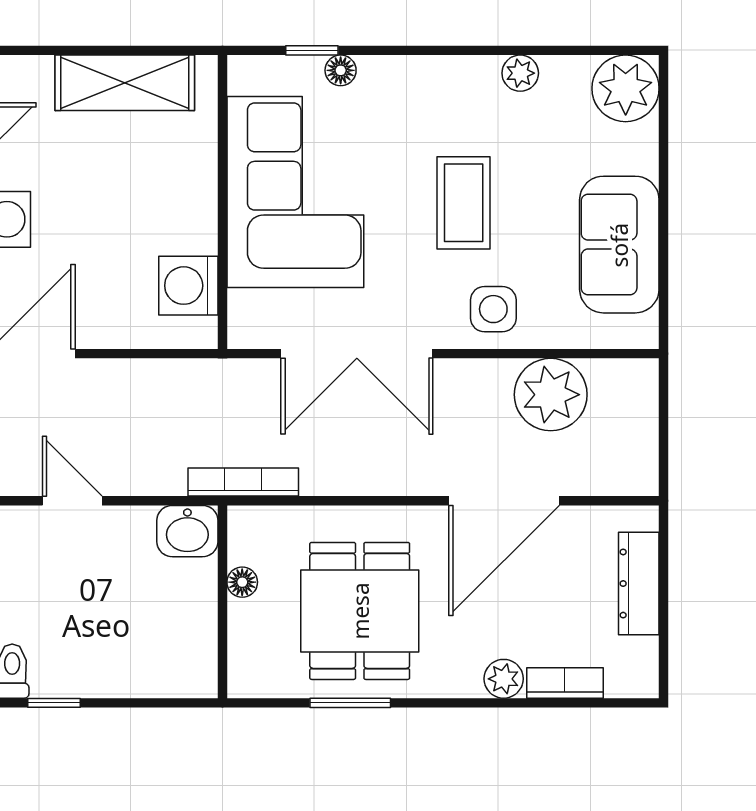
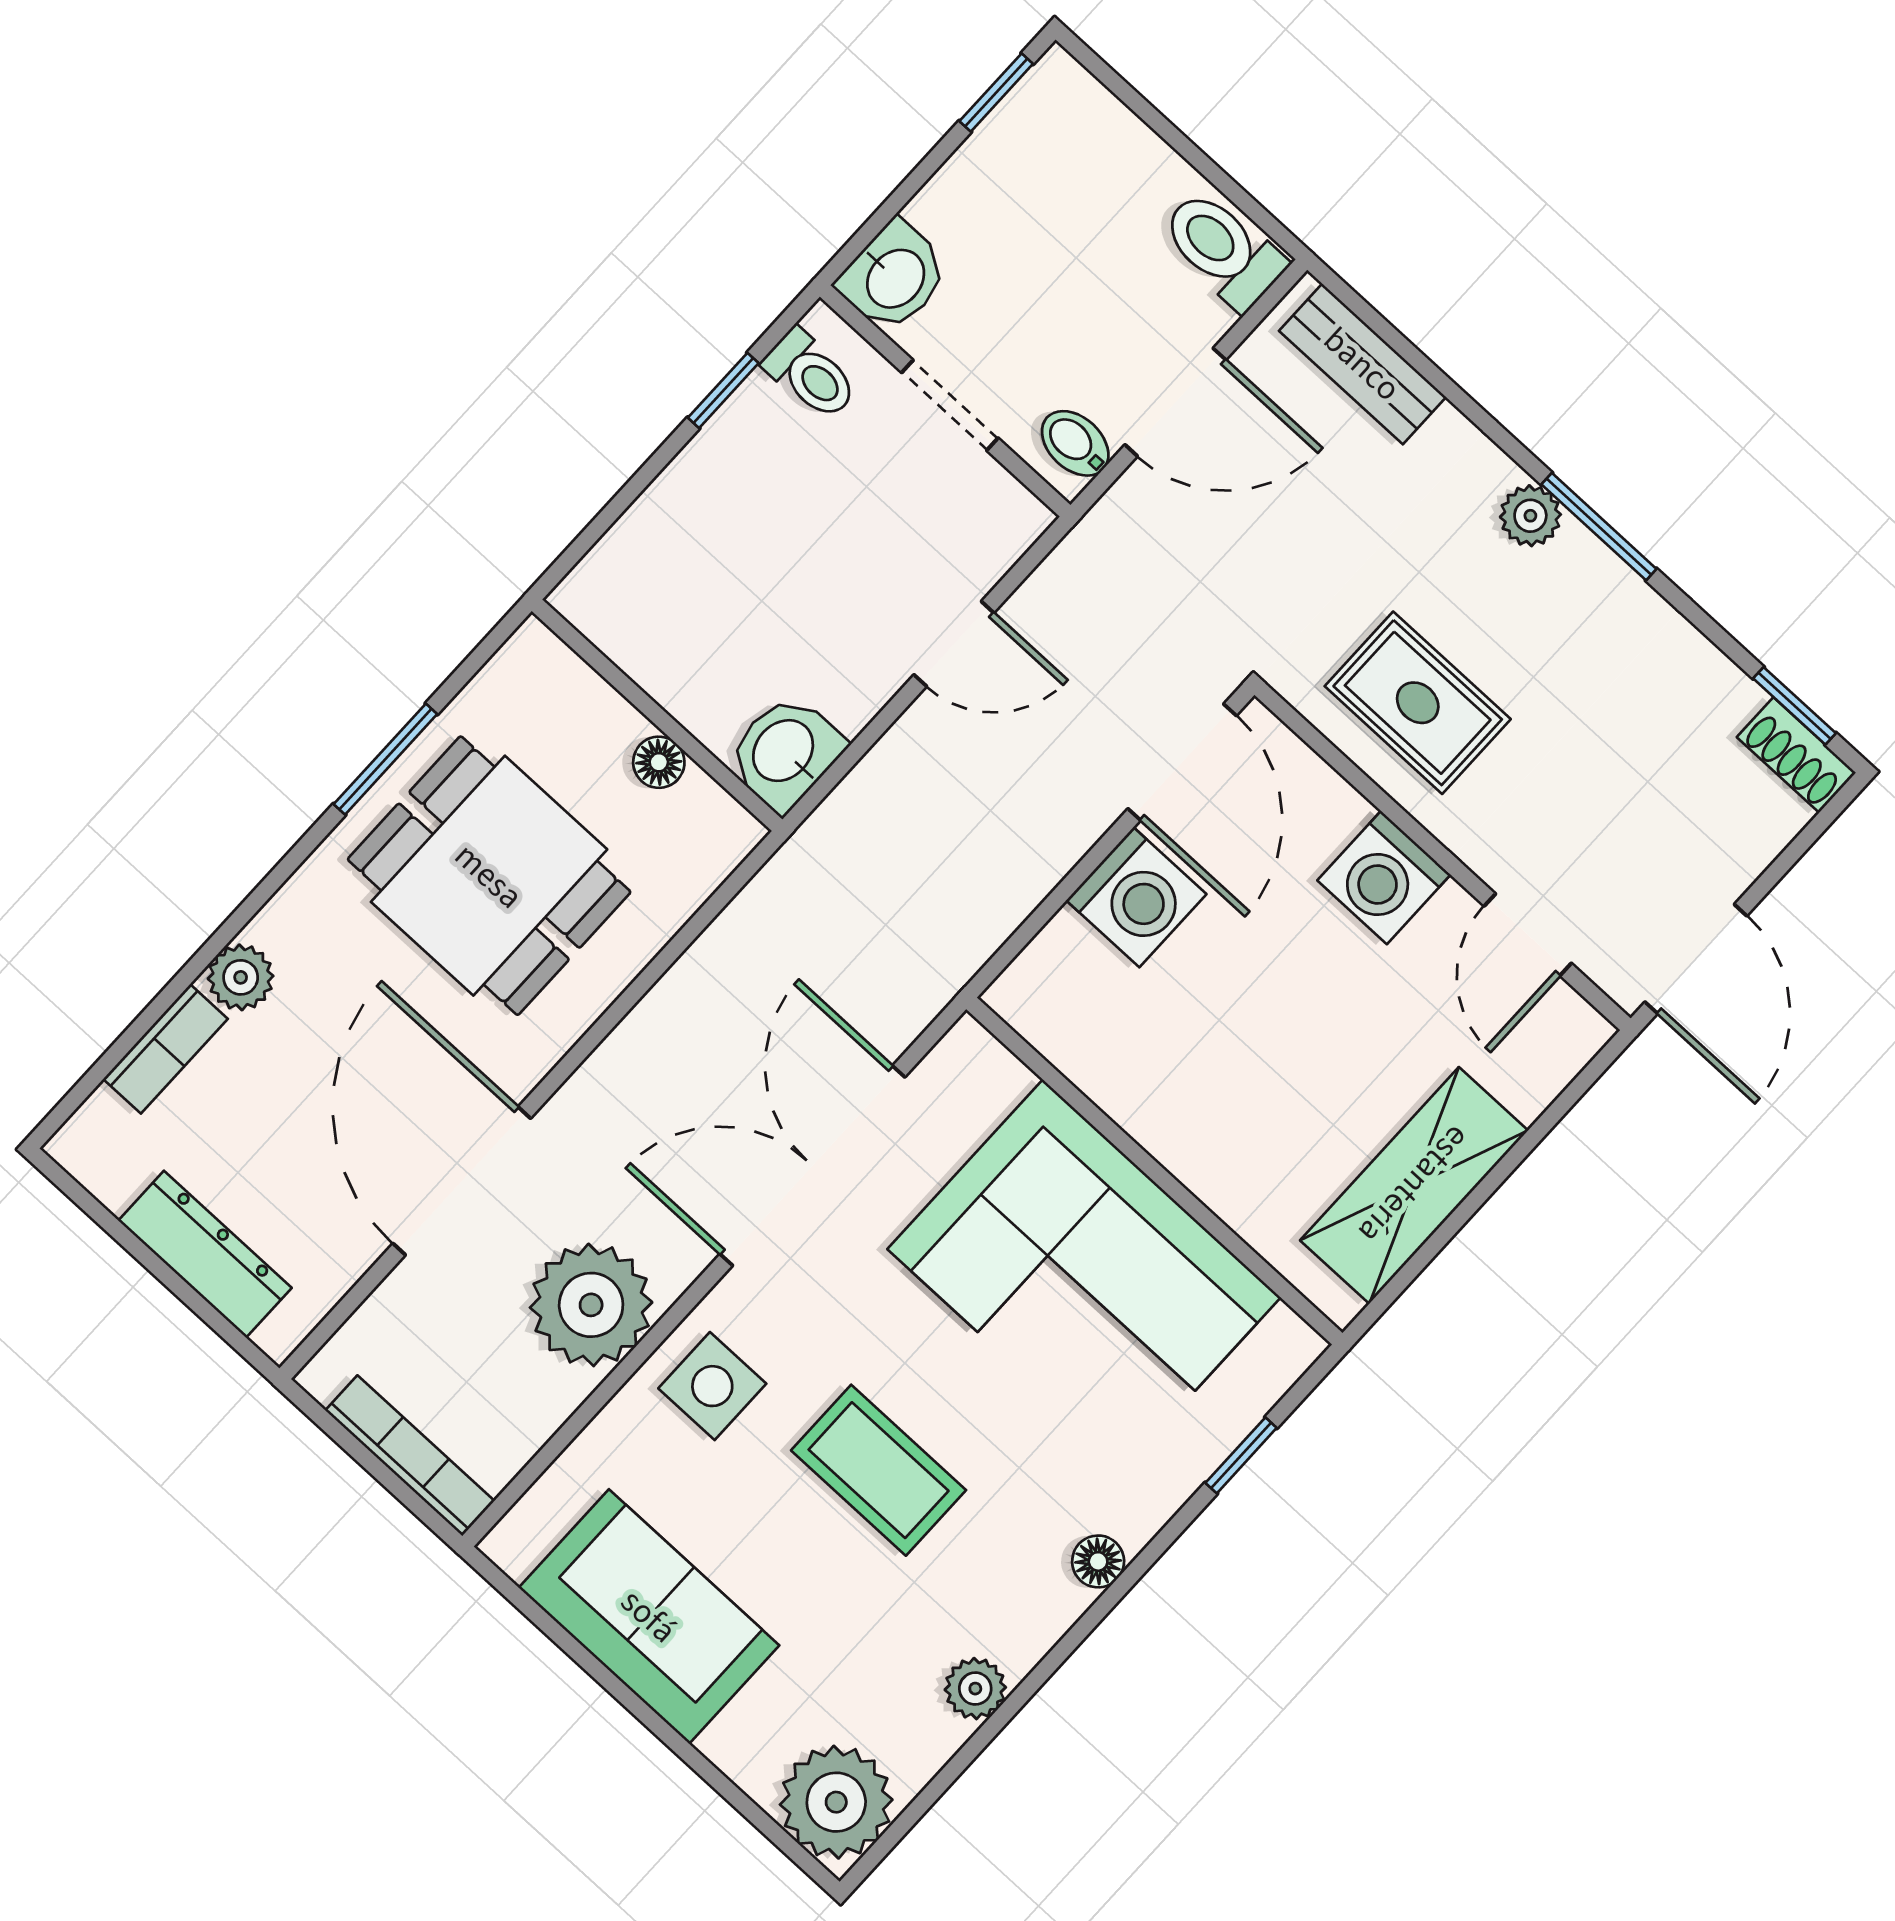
floor lamp: (341, 70) -> (1098, 1561), moved
washing machine: (188, 286) -> (1136, 897), moved, turned 90
plant: (551, 395) -> (591, 1305), moved
bookcase: (243, 482) -> (410, 1456), moved, turned -90

